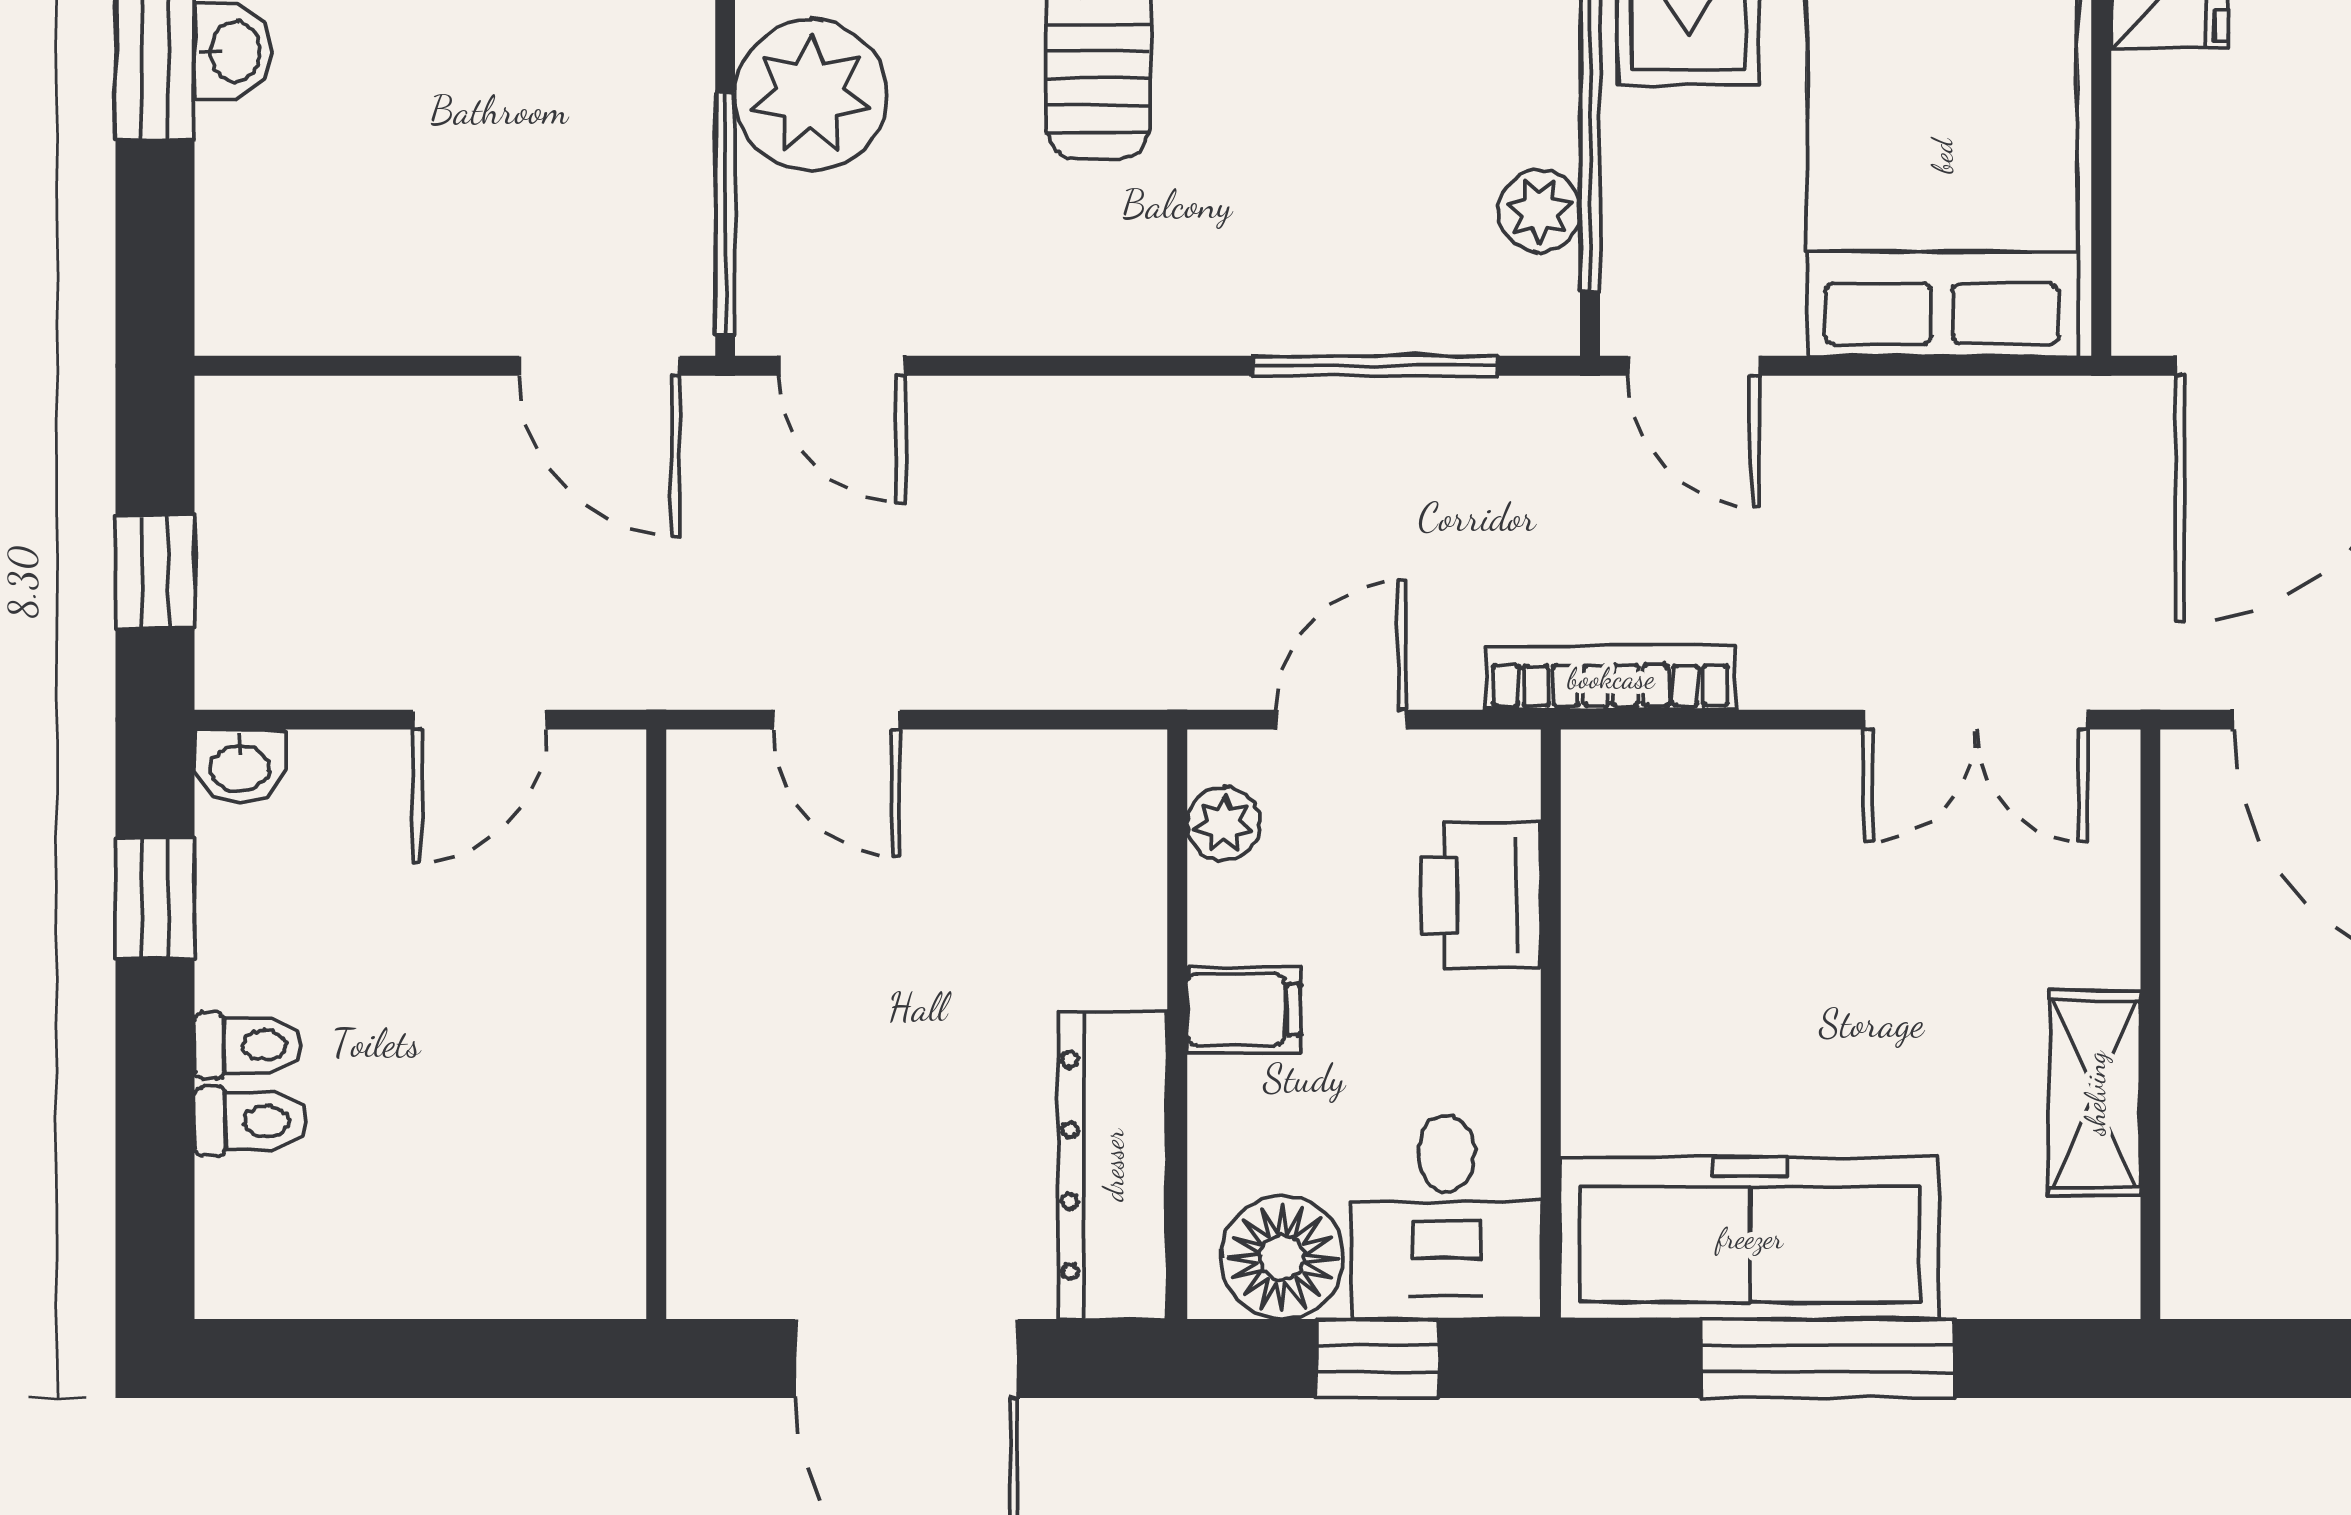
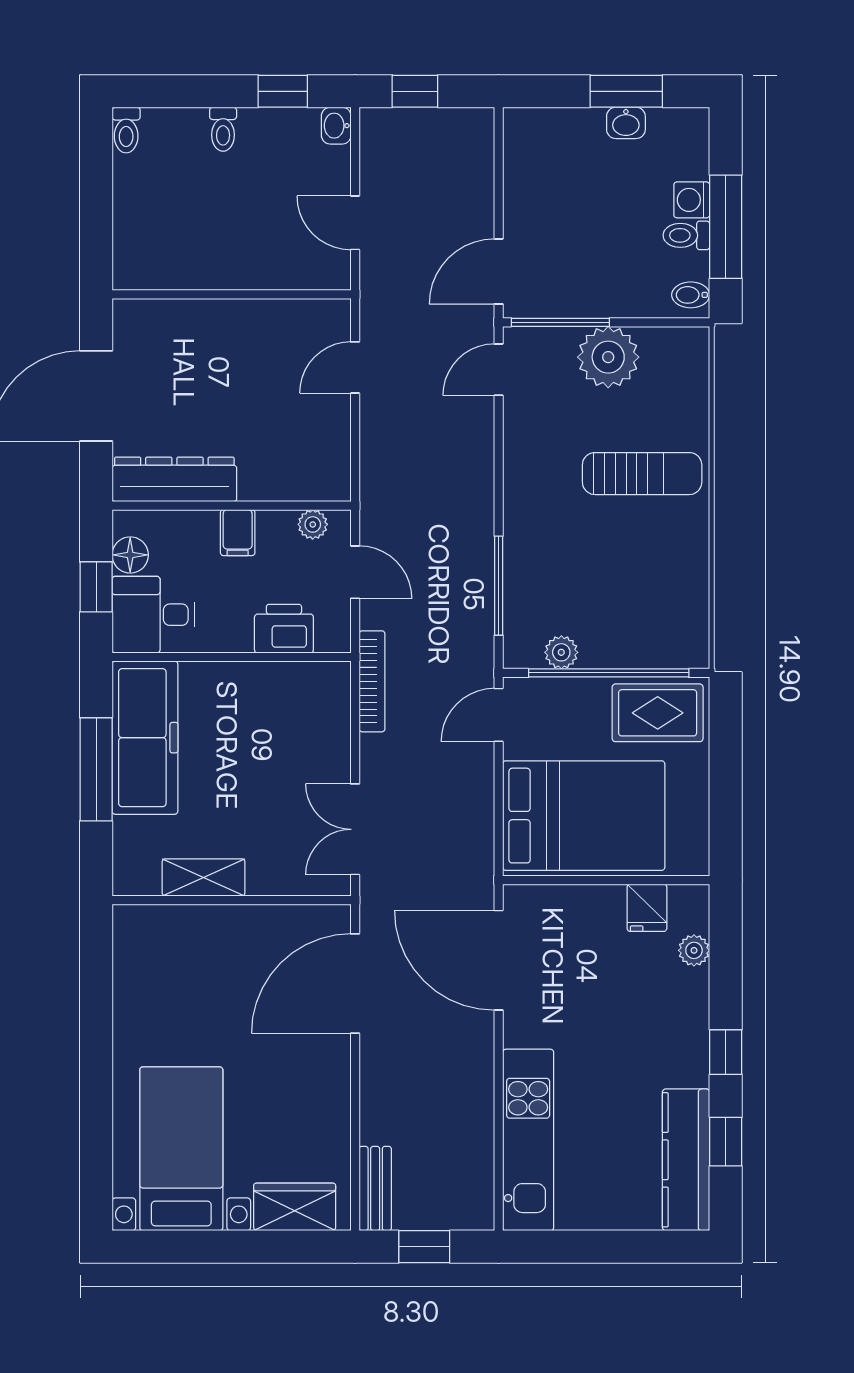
toilet: (251, 1121) -> (126, 130), moved
floor lamp: (1282, 1258) -> (130, 555), width x0.73, depth x0.73

